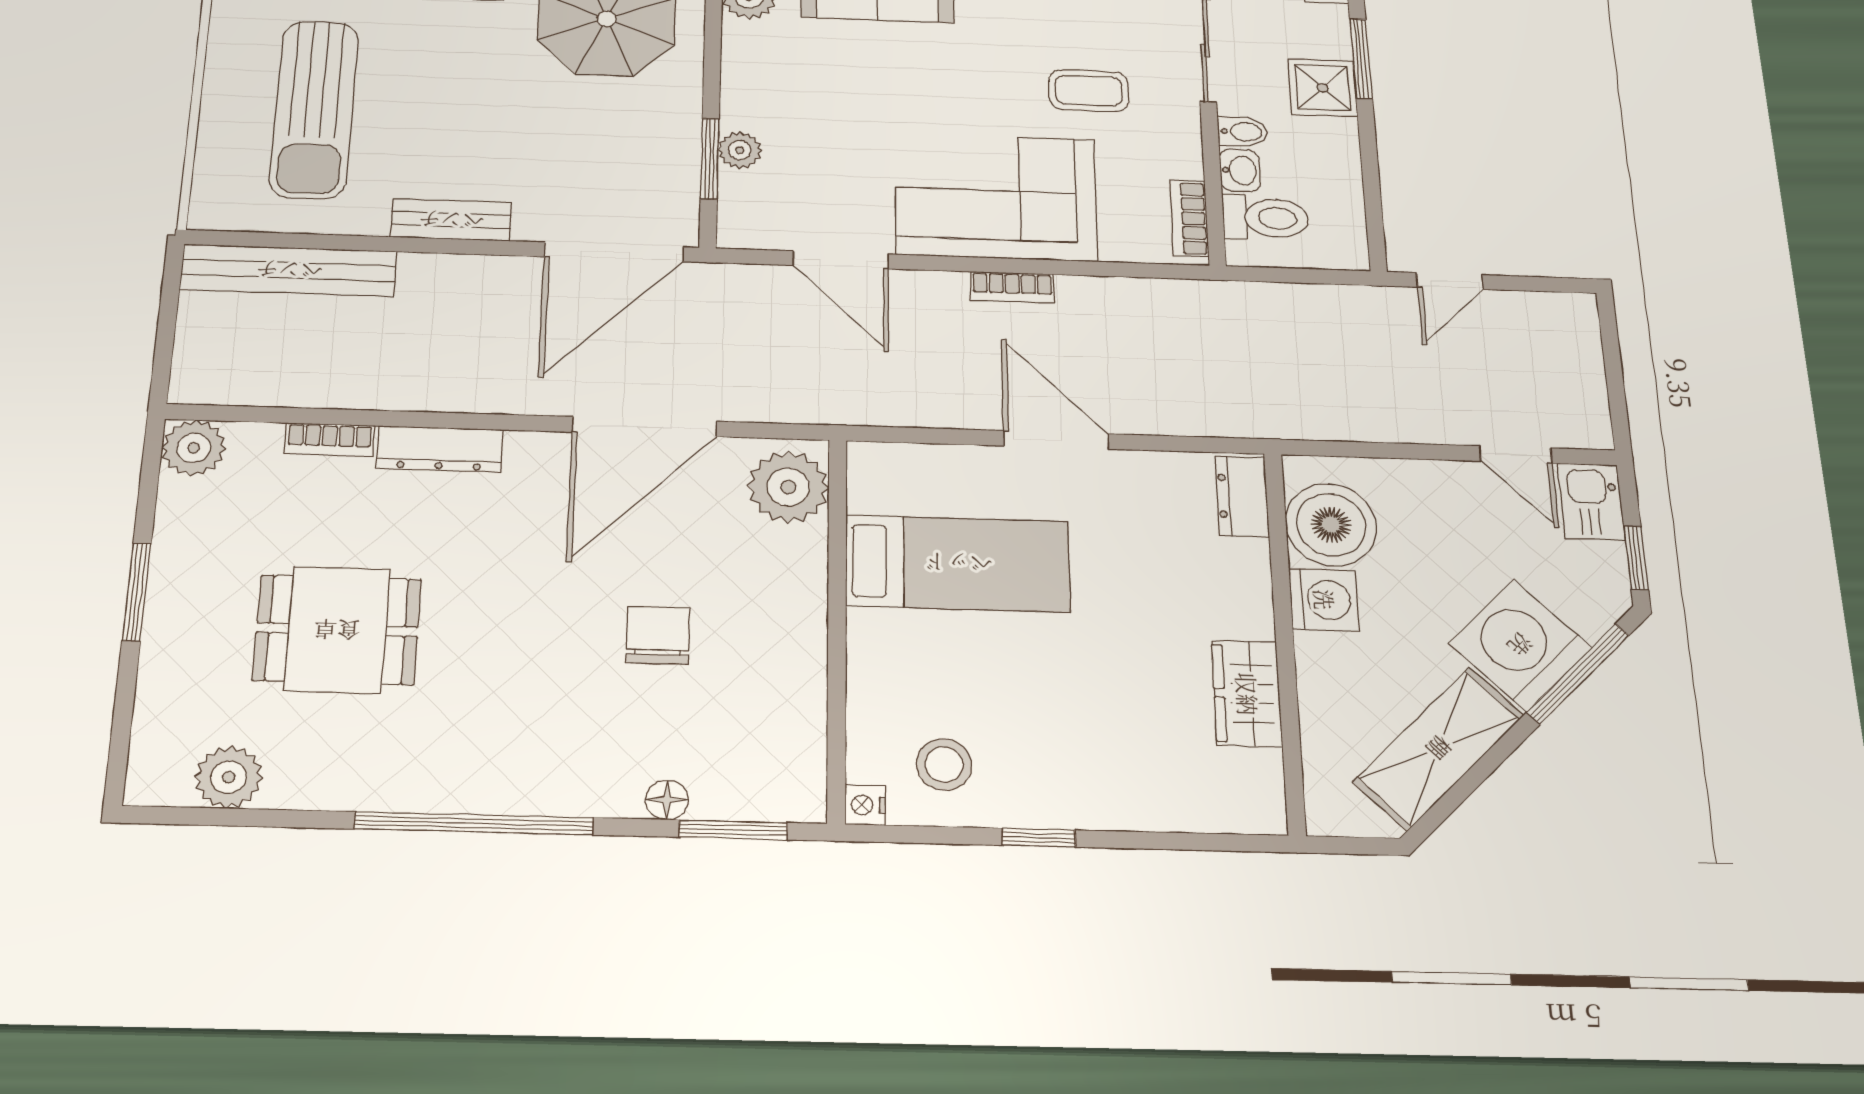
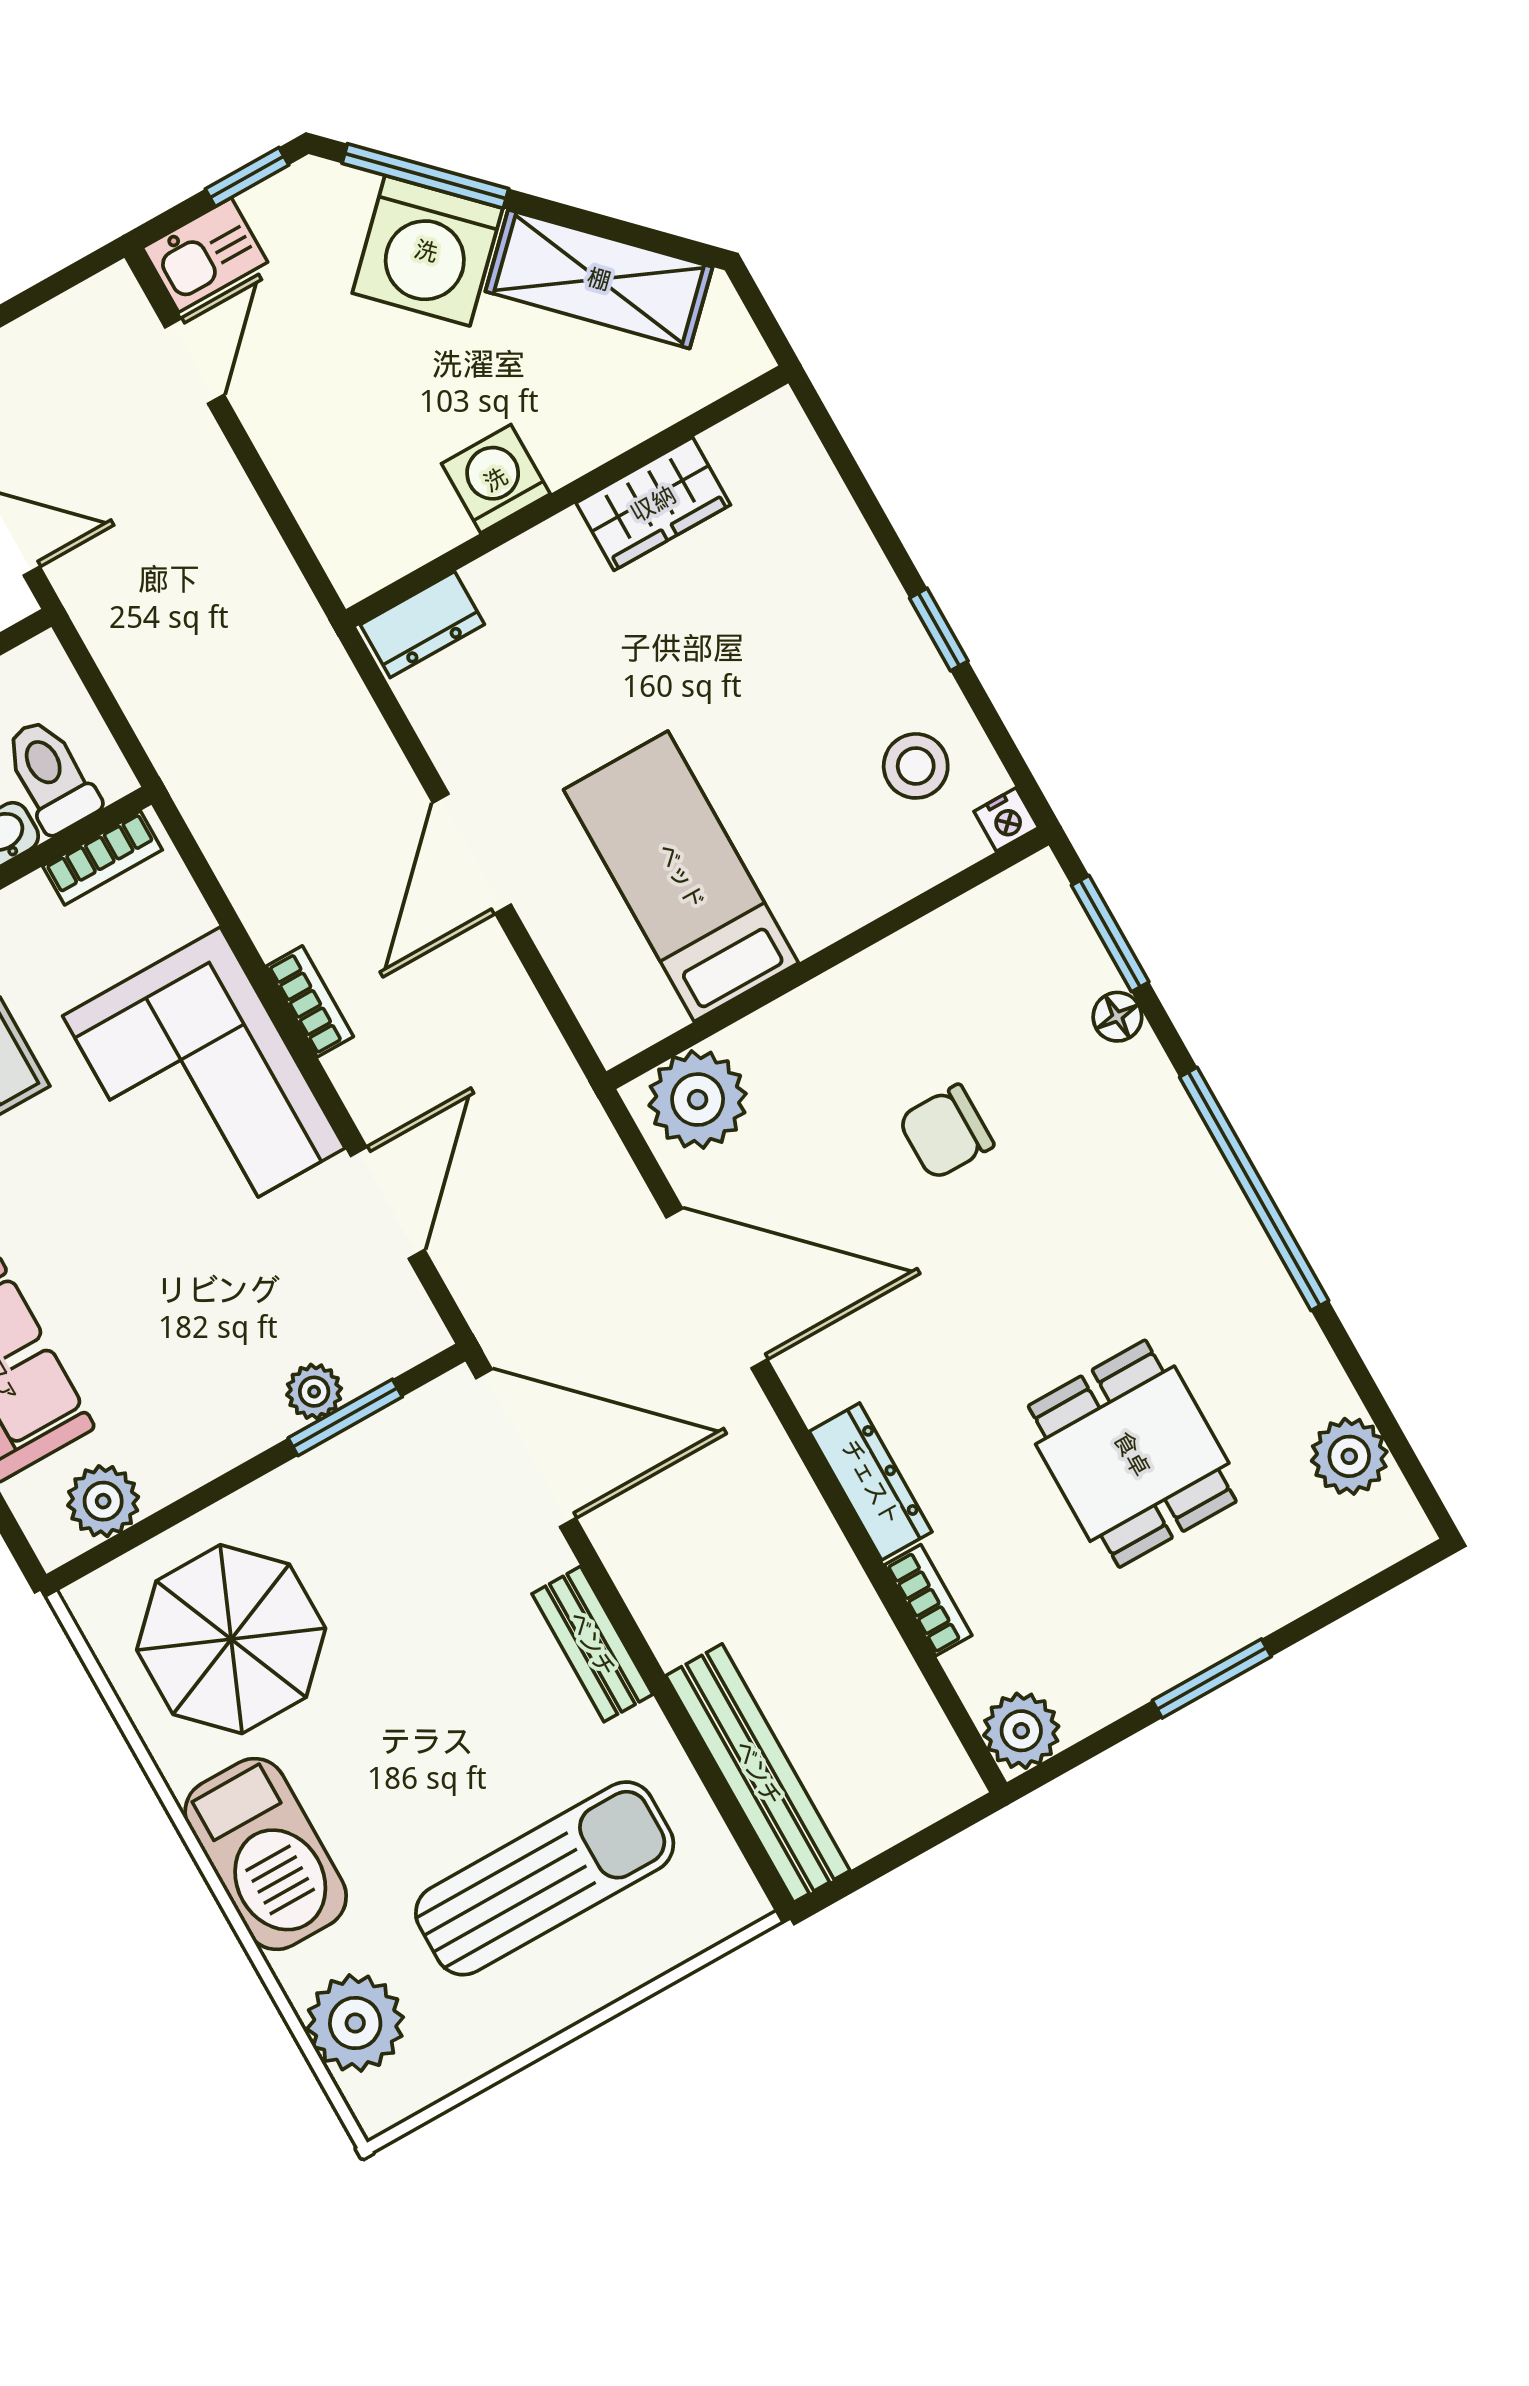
boiler: (1331, 525) -> (401, 515), removed

